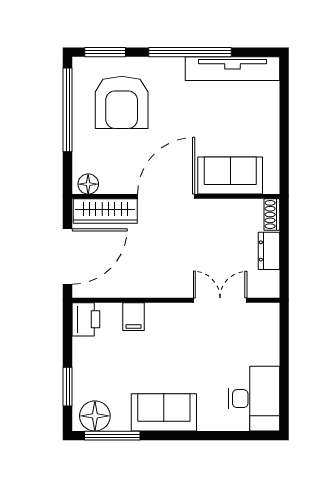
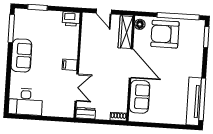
window: (190, 52) -> (202, 99), moved
armchair: (122, 102) -> (165, 34), moved
dresser: (269, 251) -> (86, 113), moved
door: (68, 256) -> (104, 12), width x0.53
filing cabinet: (134, 317) -> (70, 65), moved
floor lamp: (95, 416) -> (22, 20), removed

